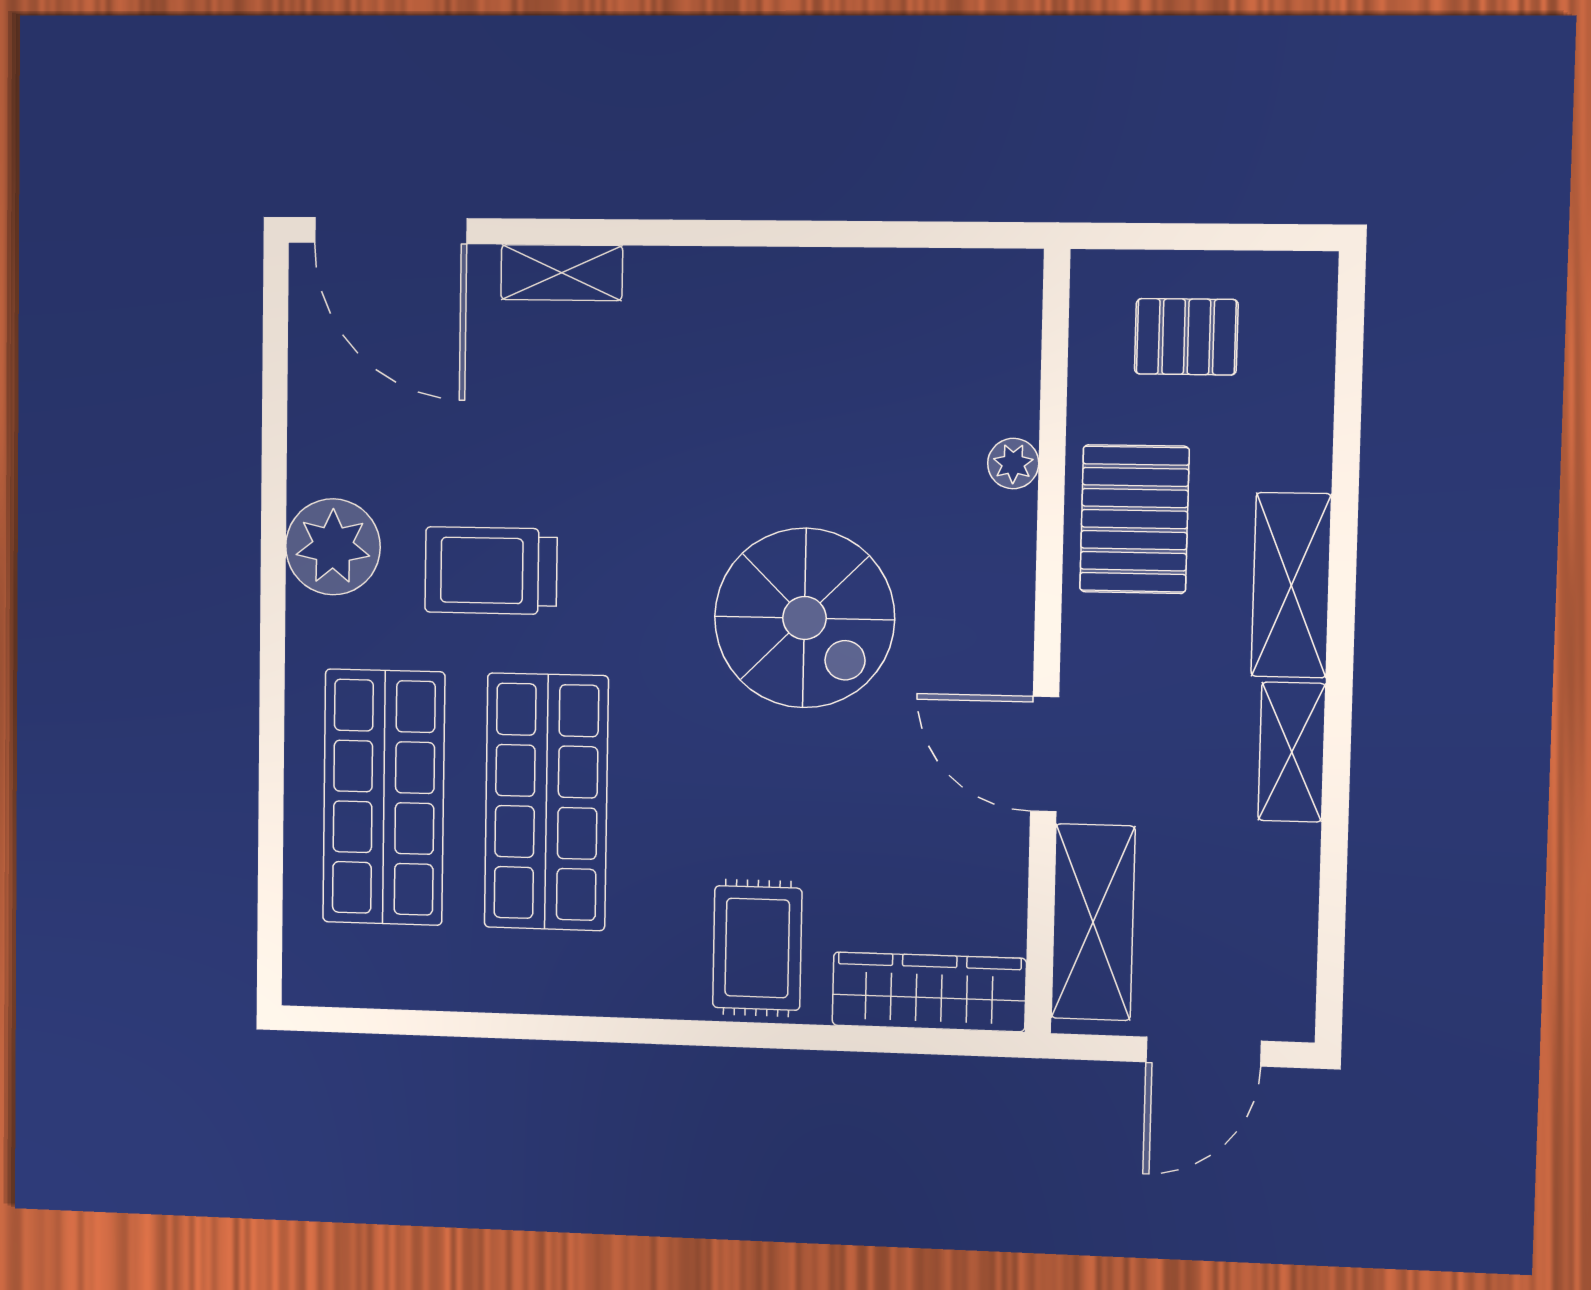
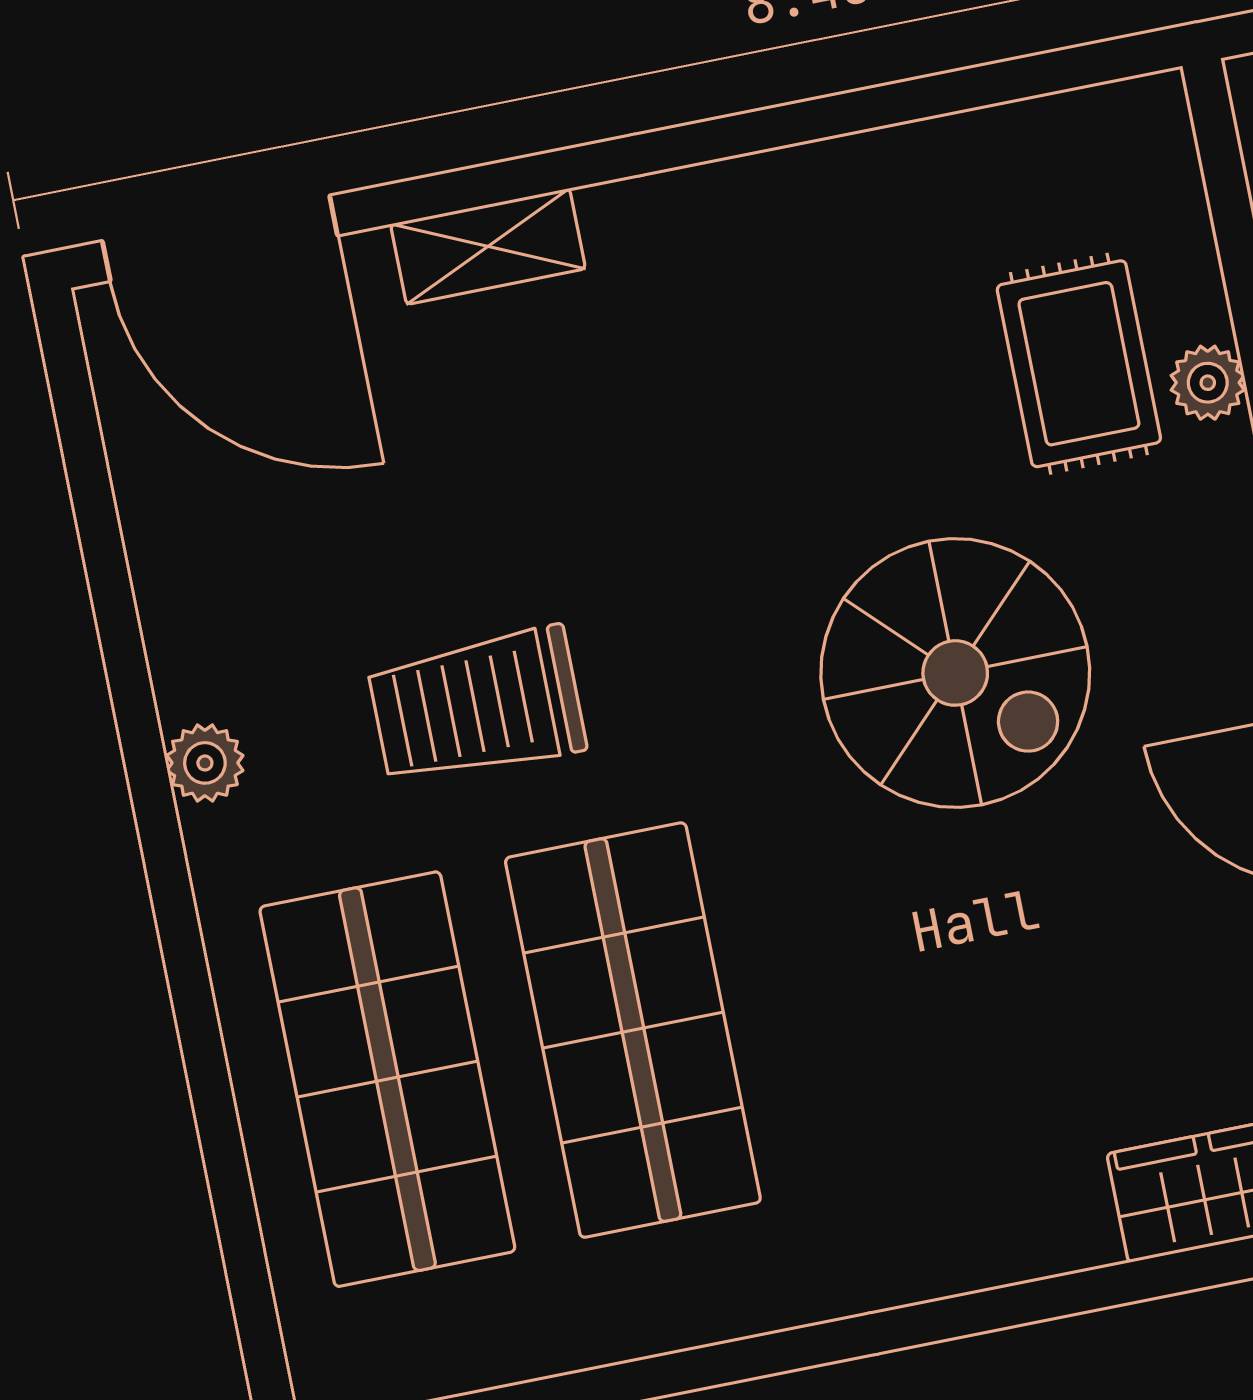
plant: (333, 547) -> (205, 763), width x0.53, depth x0.53
rug: (757, 948) -> (1079, 364), moved

